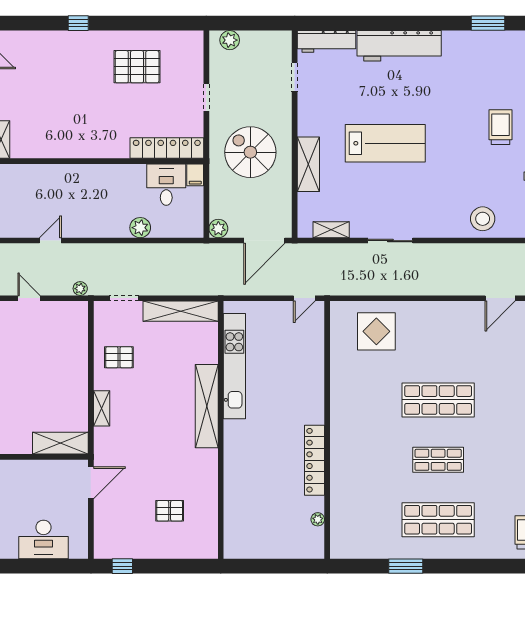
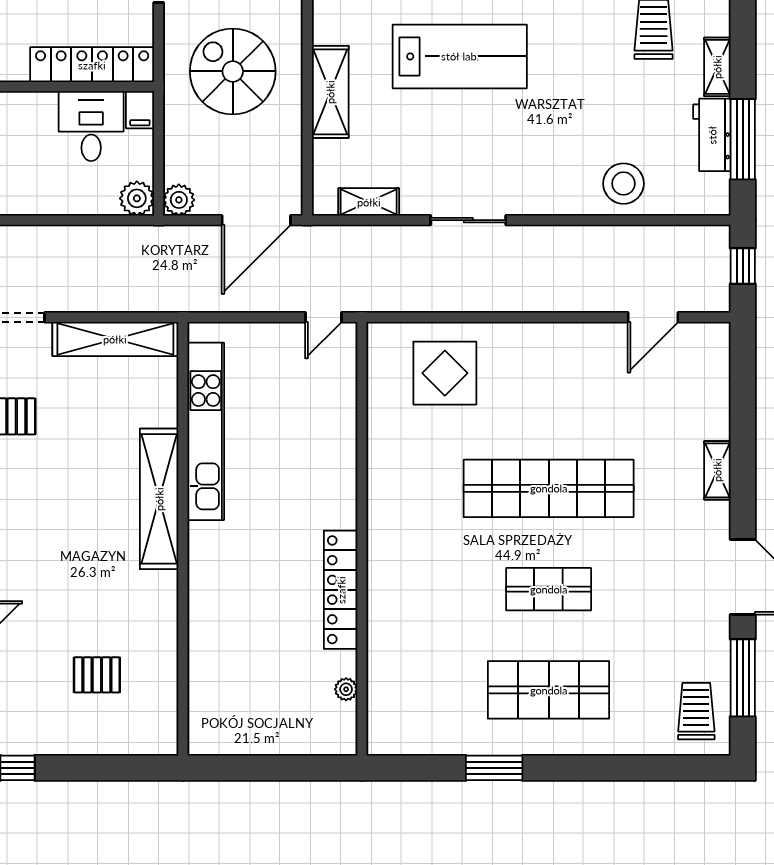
plant: (140, 228) -> (137, 198), moved
shop shelf: (438, 400) -> (549, 488), width x1.40

